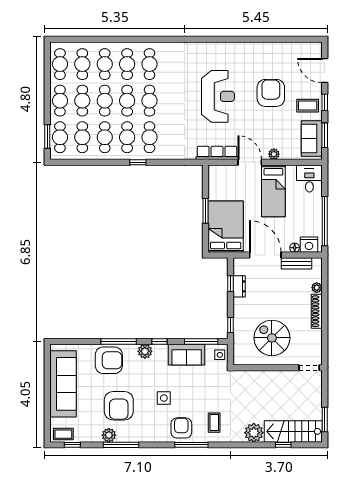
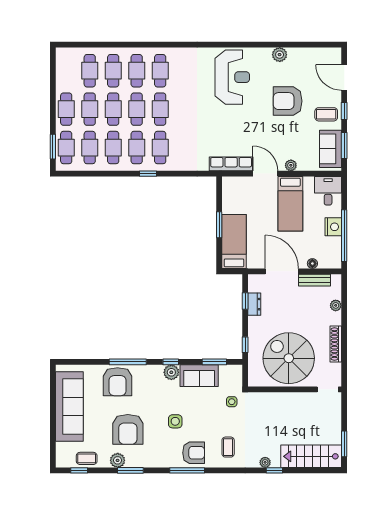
plant: (263, 49) -> (280, 55), added
cafe table: (60, 64) -> (66, 71), removed
armchair: (271, 93) -> (288, 101), turned -90
reception desk: (218, 96) -> (232, 77), moved
bed: (226, 227) -> (234, 241), width x0.67
nightstand: (309, 245) -> (333, 227), moved, turned -90
shoe rack: (317, 311) -> (336, 344), moved
spiral stairs: (272, 338) -> (289, 358), width x1.37, depth x1.37
window: (201, 341) -> (214, 362), width x0.69
plant: (145, 351) -> (171, 372), moved
side table: (220, 355) -> (232, 402), moved
armchair: (109, 360) -> (117, 382), turned 90
armchair: (181, 428) -> (194, 453), turned 90
plant: (254, 433) -> (265, 462), width x0.53, depth x0.53
coffee table: (63, 434) -> (87, 458), moved
window: (121, 445) -> (130, 470), width x0.69
window: (191, 445) -> (187, 470), moved
window: (283, 445) -> (274, 470), moved

